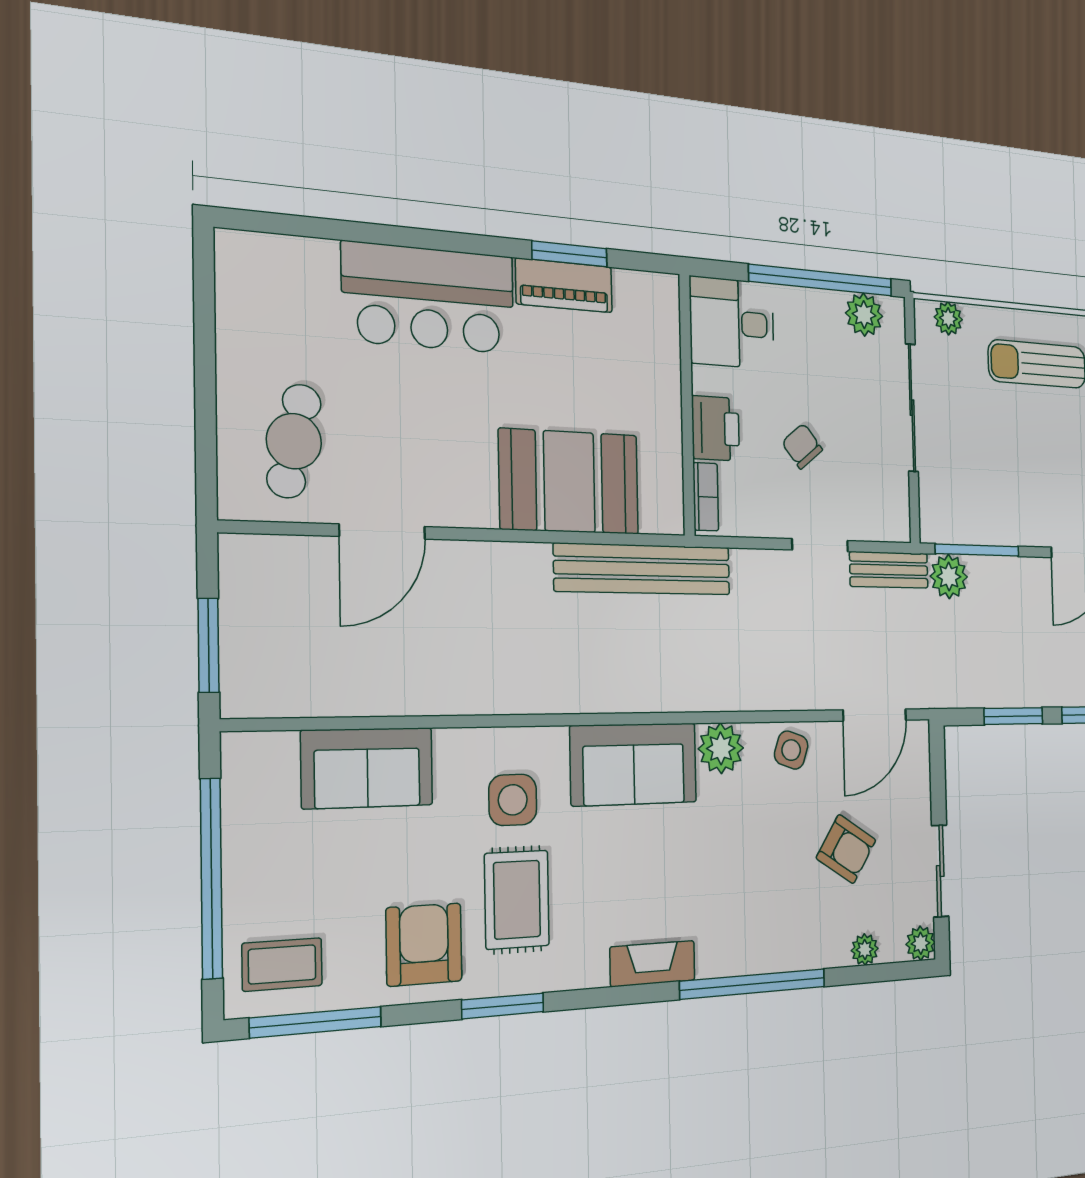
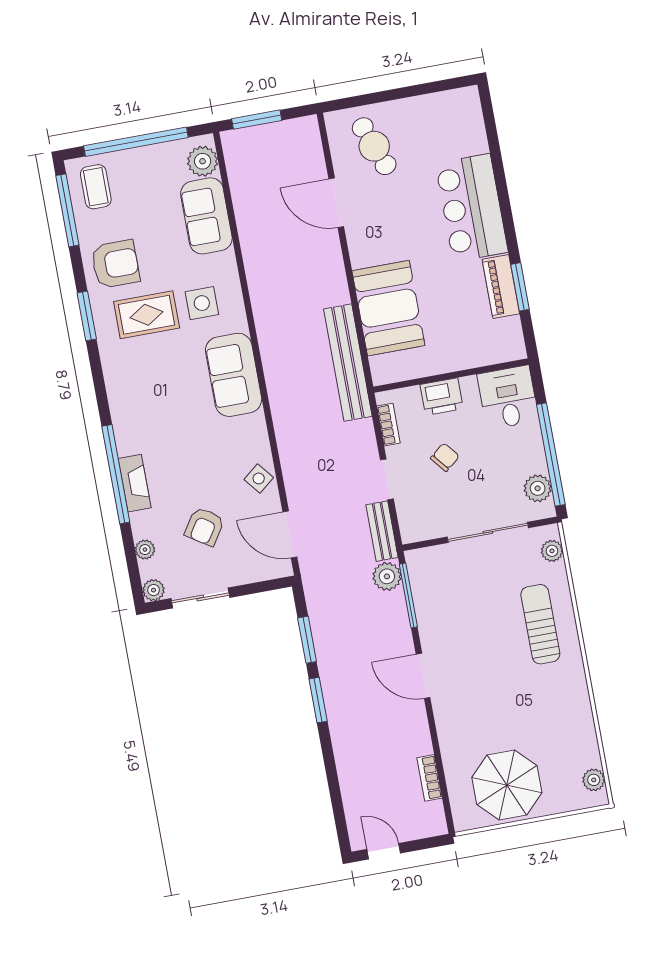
cafe table: (294, 441) -> (374, 146), turned 57
bookcase: (706, 497) -> (388, 425), moved, turned -90
plant: (721, 748) -> (203, 161), moved
side table: (791, 750) -> (259, 478), turned 32
fireplace: (653, 964) -> (135, 483), moved

